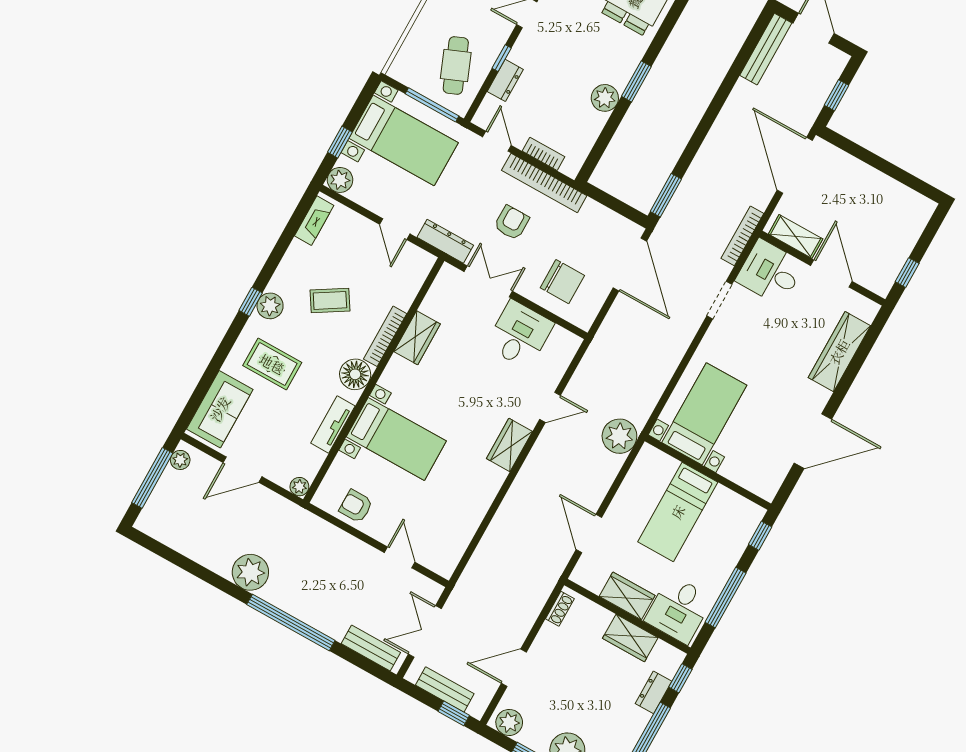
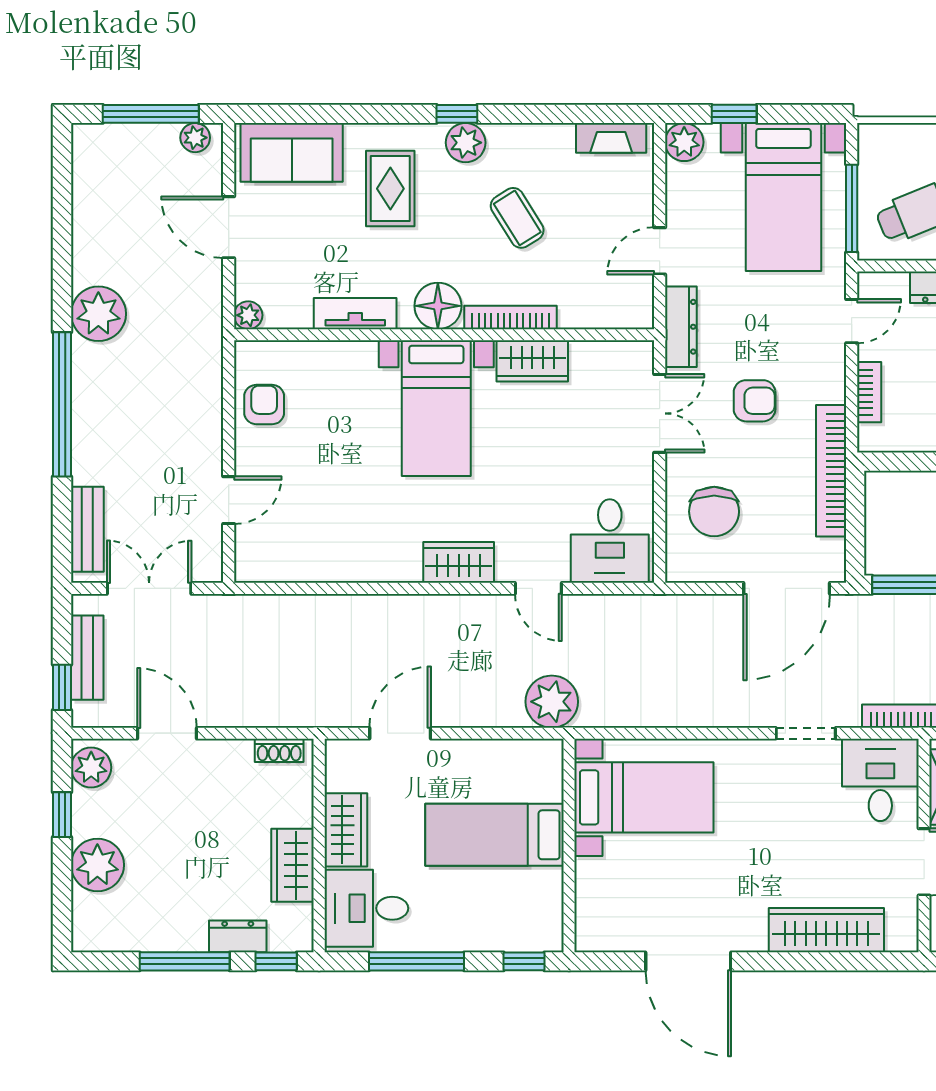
bookcase: (544, 183) -> (831, 471), moved
desk: (520, 335) -> (610, 541), moved, turned 90
bed with nightstands: (396, 439) -> (436, 408), moved

